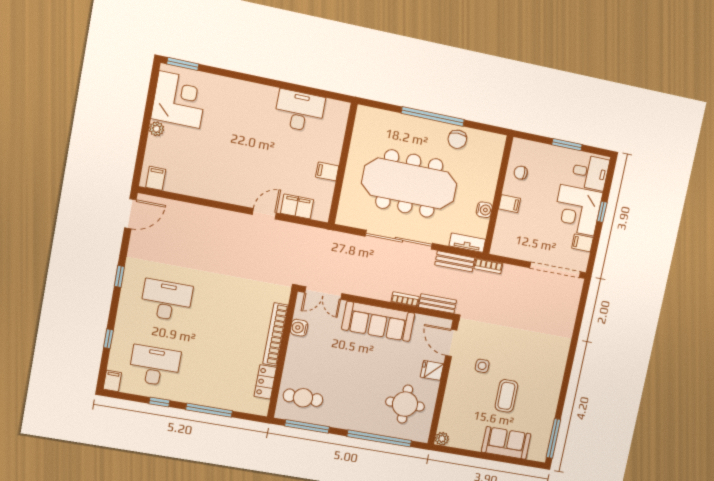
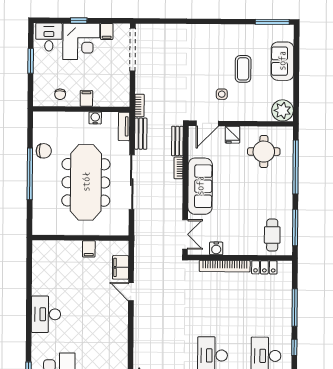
desk: (300, 111) -> (46, 314), moved
coffee table: (506, 396) -> (243, 69), turned 90
plant: (442, 439) -> (283, 110), width x1.87, depth x1.87

